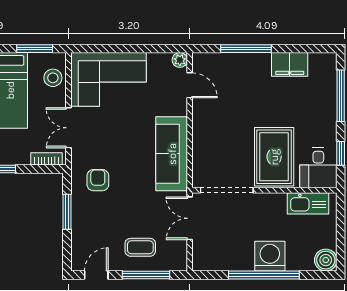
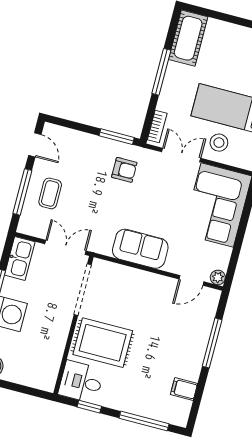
filing cabinet: (290, 64) -> (184, 389), width x0.50
stool: (53, 78) -> (219, 143), moved
sofa: (172, 154) -> (140, 249), width x0.73
kitchen sink: (308, 203) -> (20, 258), moved, turned 180
window: (67, 212) -> (117, 137), moved

